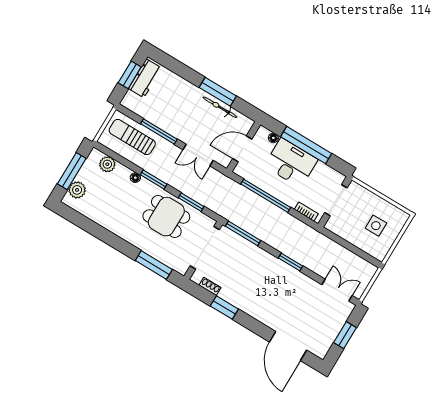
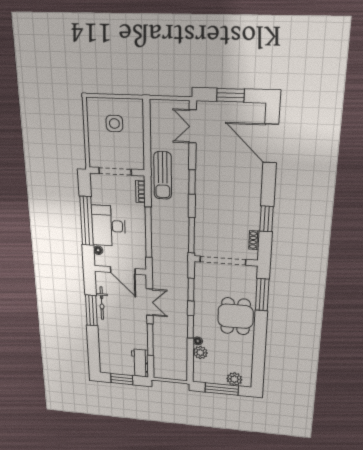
workbench: (145, 78) -> (140, 363), moved, turned -90
sun lounger: (132, 137) -> (163, 176), moved
plant: (107, 164) -> (200, 353), moved
dining table: (166, 217) -> (236, 316), moved
door: (288, 346) -> (271, 143), swing flipped

